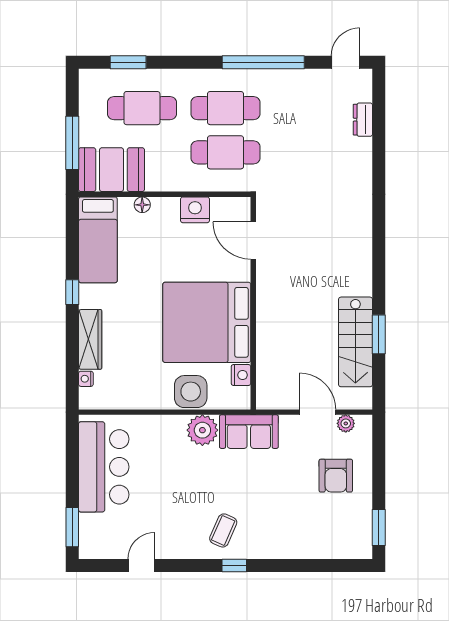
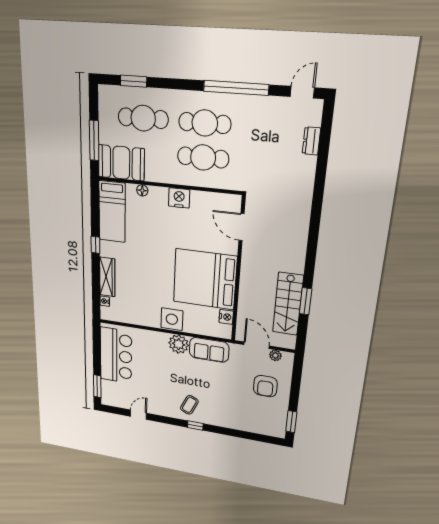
door: (253, 241) -> (241, 227), moved
wall: (253, 303) -> (238, 271), moved
bed: (207, 322) -> (205, 279), moved
nightstand: (241, 375) -> (226, 317), moved

